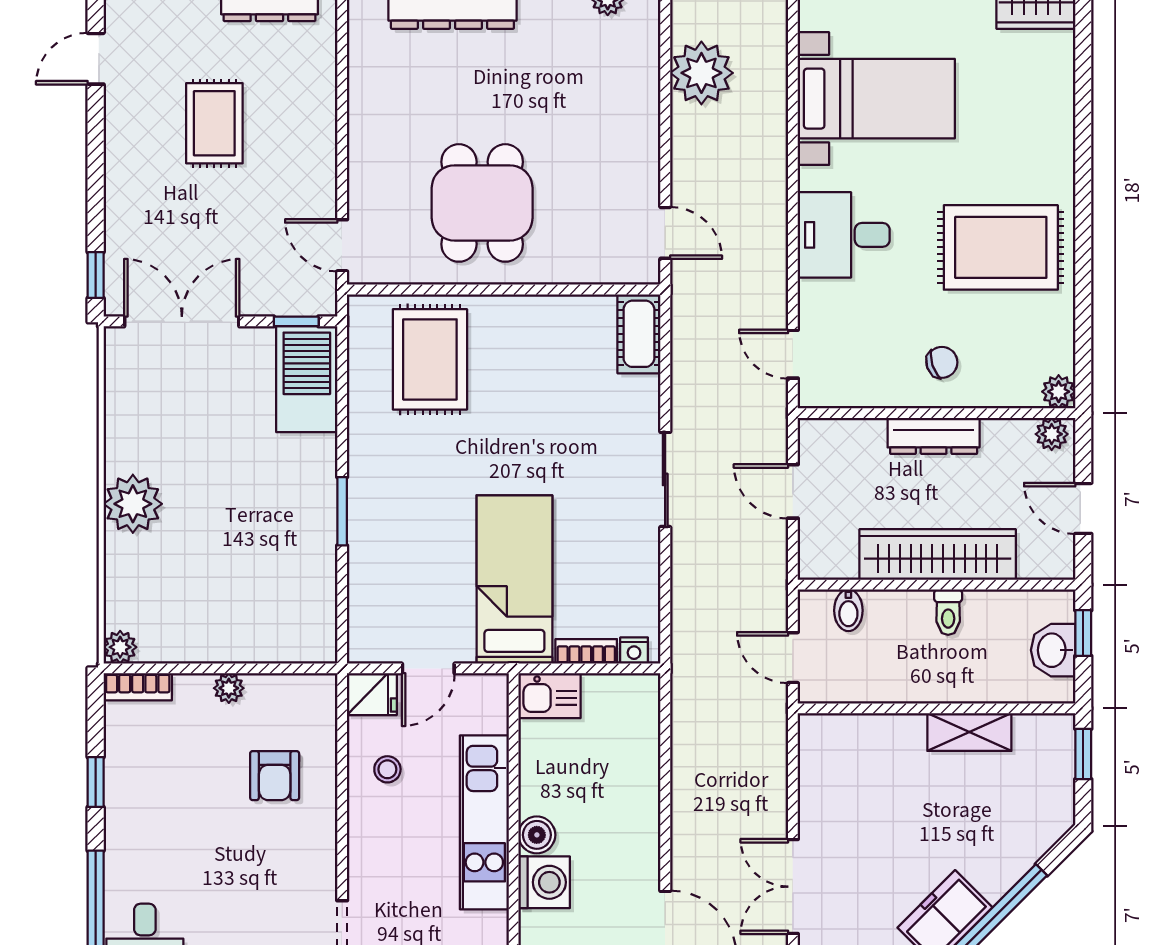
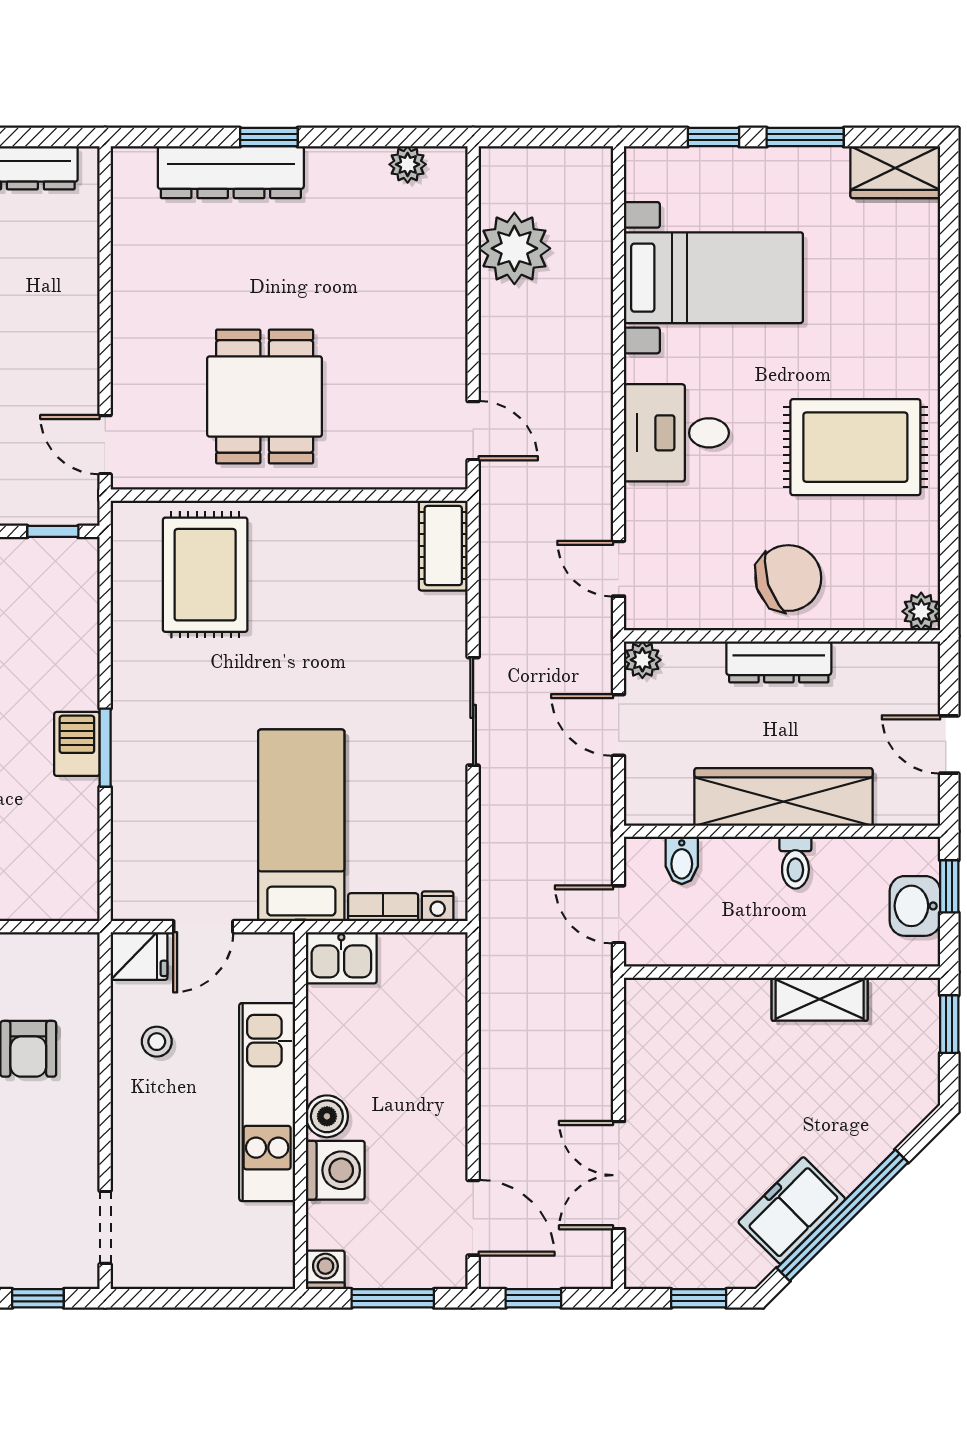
chair: (942, 362) -> (788, 578), width x1.87, depth x1.87
barbecue: (307, 379) -> (77, 744), moved, width x0.53, depth x0.65
plant: (1052, 434) -> (642, 660), moved

